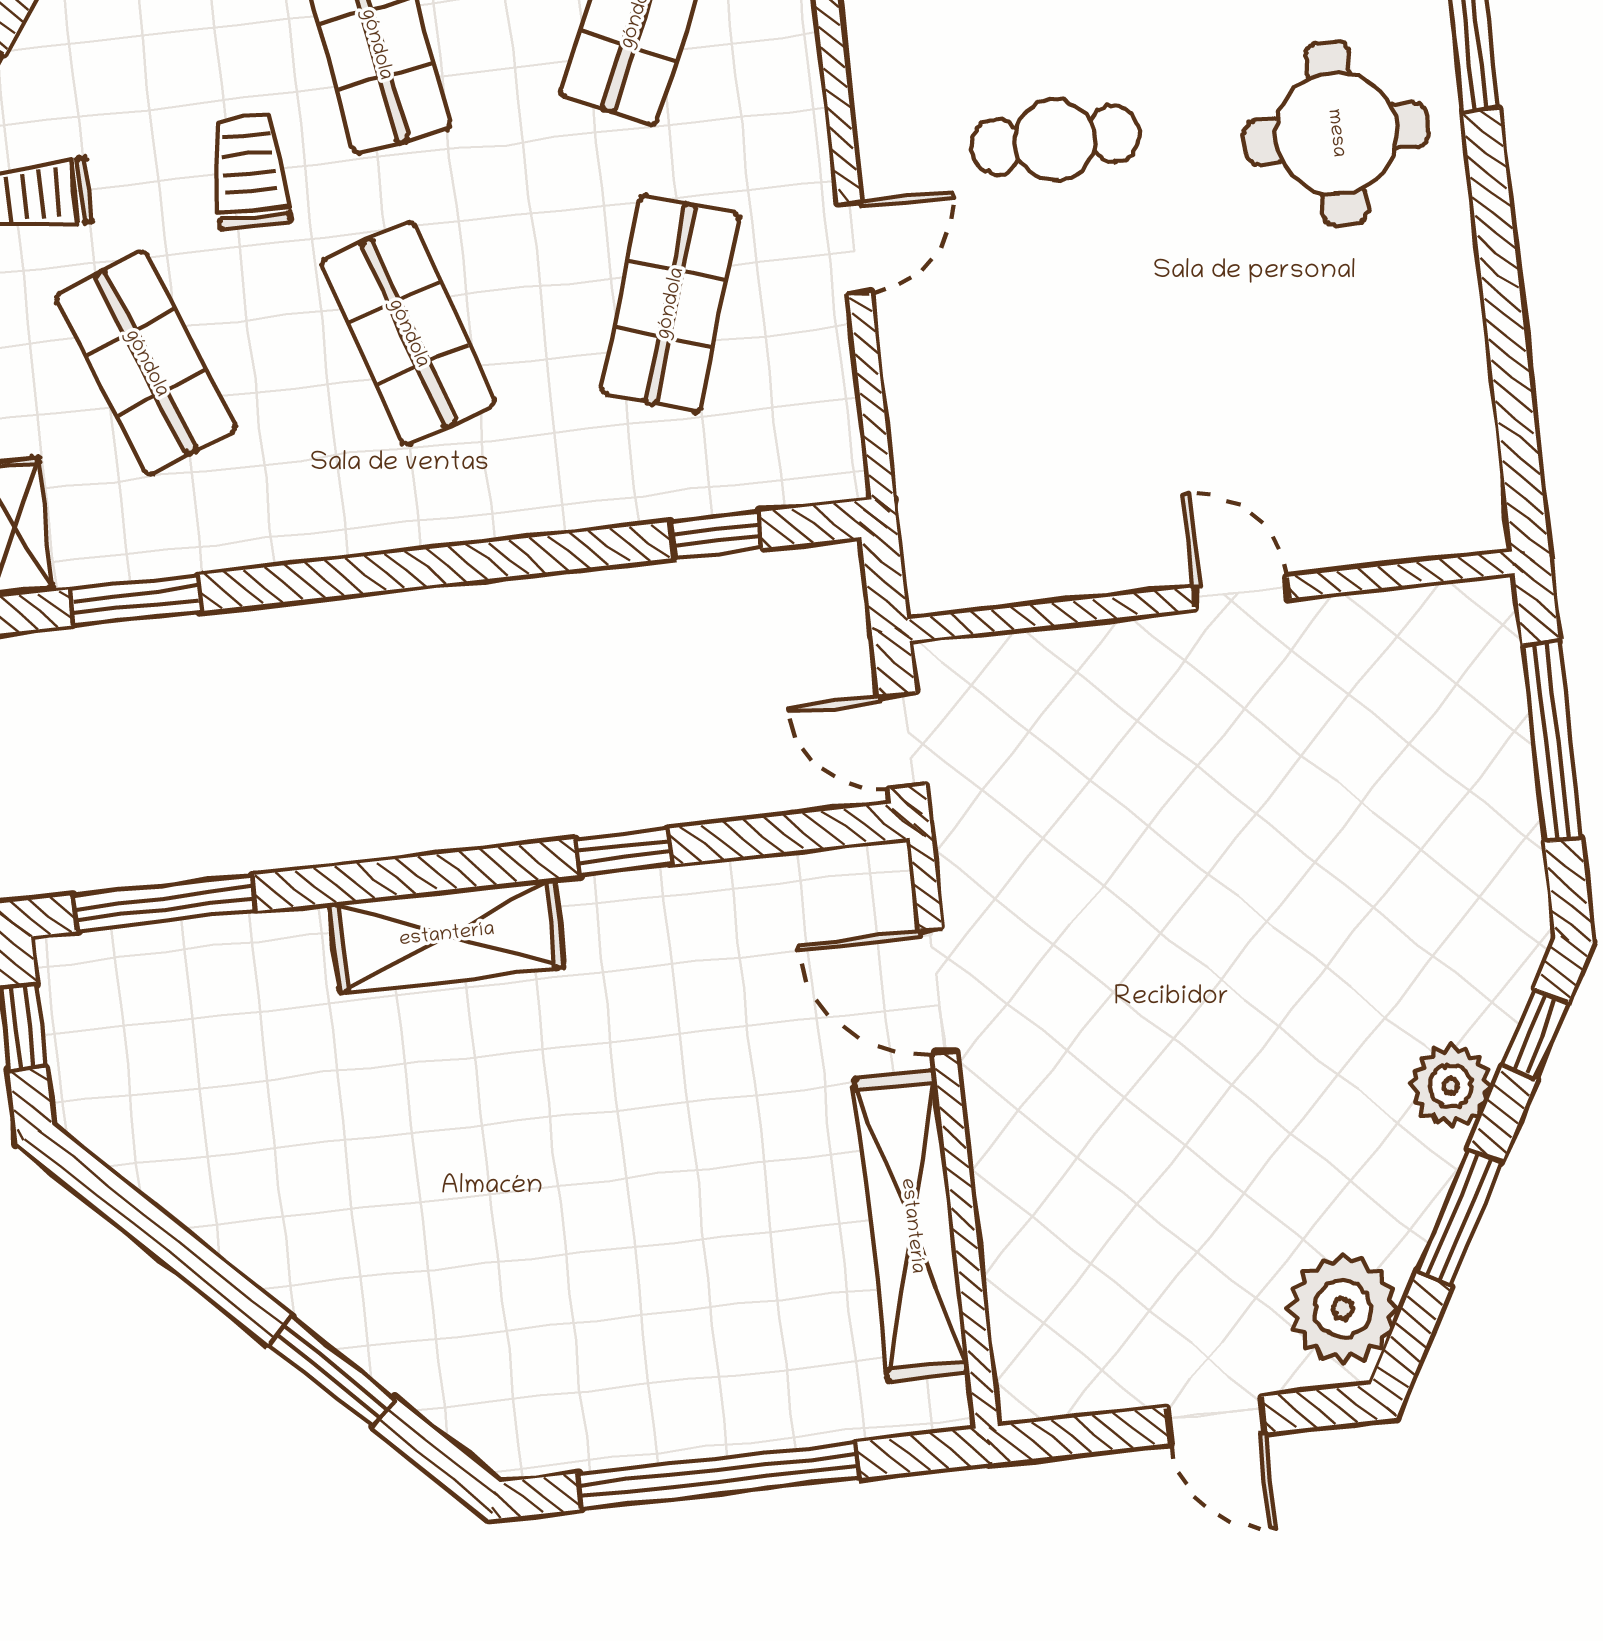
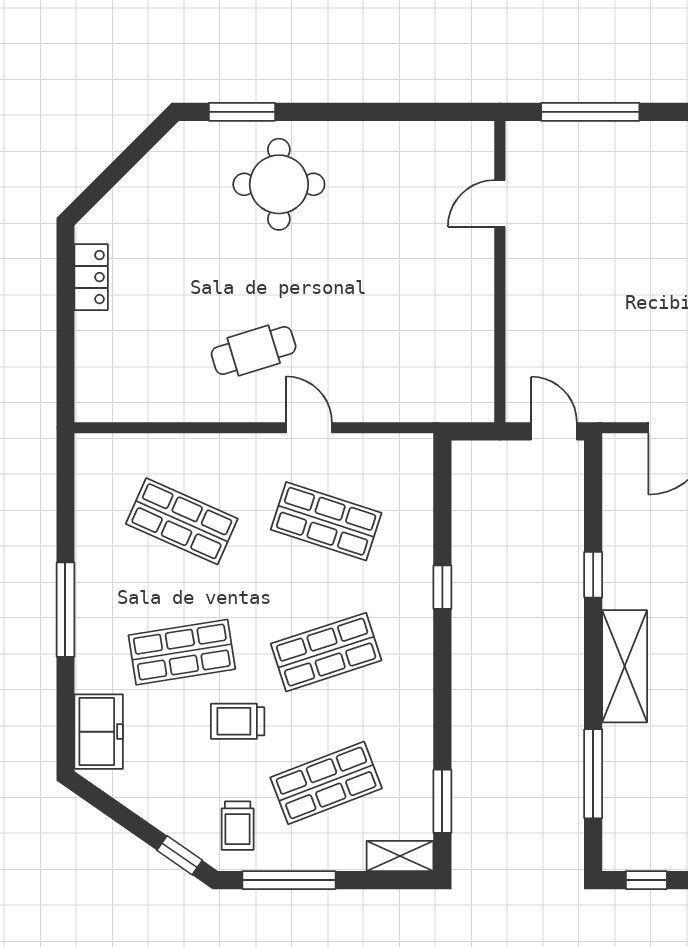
cafe table: (1055, 140) -> (254, 351), moved, turned 73
window: (716, 535) -> (442, 587), moved
door: (1241, 593) -> (500, 203), moved
door: (902, 741) -> (554, 431), swing flipped
window: (165, 903) -> (593, 774), moved

